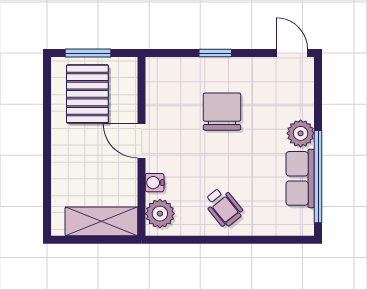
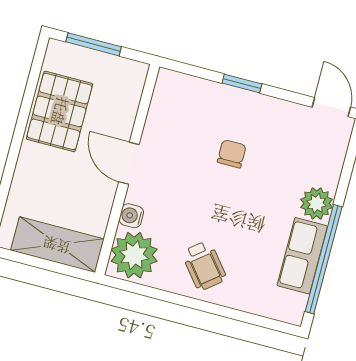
pallet: (87, 94) -> (60, 111), moved
chair: (222, 112) -> (232, 154), width x0.54, depth x0.54
plant: (160, 214) -> (134, 255), width x1.36, depth x1.36

